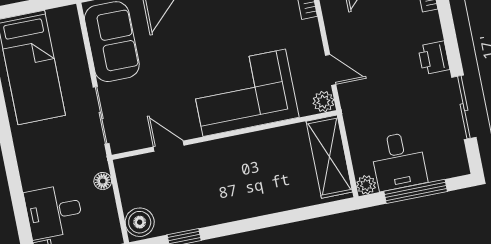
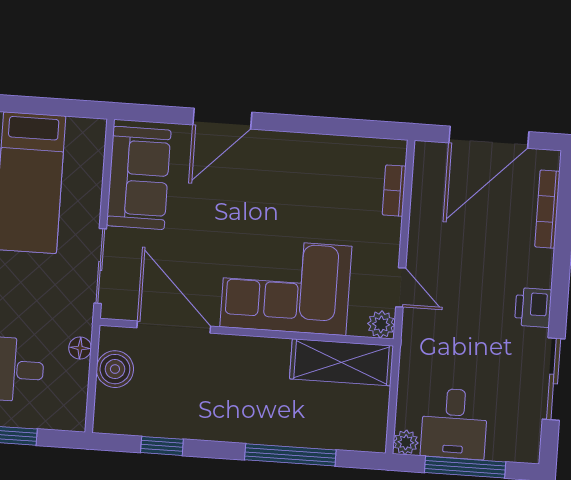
door: (169, 146) -> (174, 327), width x1.88
shelving: (329, 157) -> (342, 362), moved, turned 90
window: (282, 218) -> (290, 455), added
boiler: (140, 222) -> (115, 369), moved

